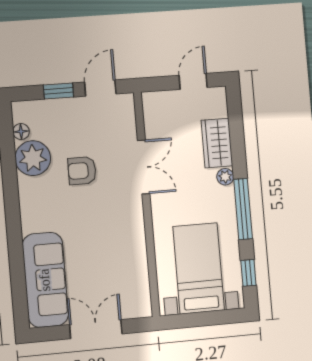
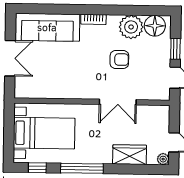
floor lamp: (21, 132) -> (155, 26), width x1.89, depth x1.89
armchair: (82, 171) -> (119, 60), turned 90
plant: (225, 177) -> (163, 159), moved
bookcase: (27, 214) -> (93, 19), added

